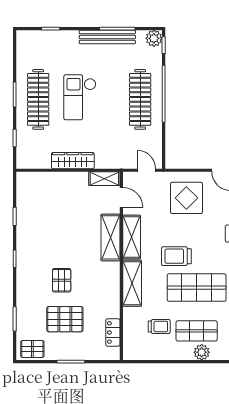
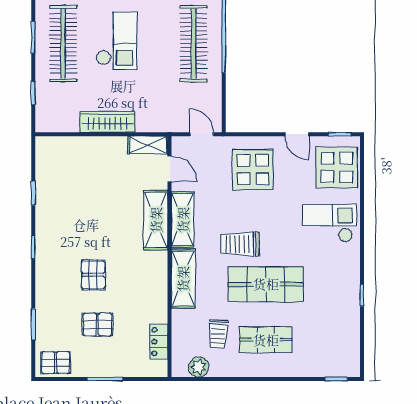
checkout: (80, 97) -> (117, 41), turned 180
pallet: (65, 319) -> (97, 325), width x0.67, depth x0.71
trolley: (159, 326) -> (218, 334), turned 94
plant: (202, 352) -> (199, 367), moved

